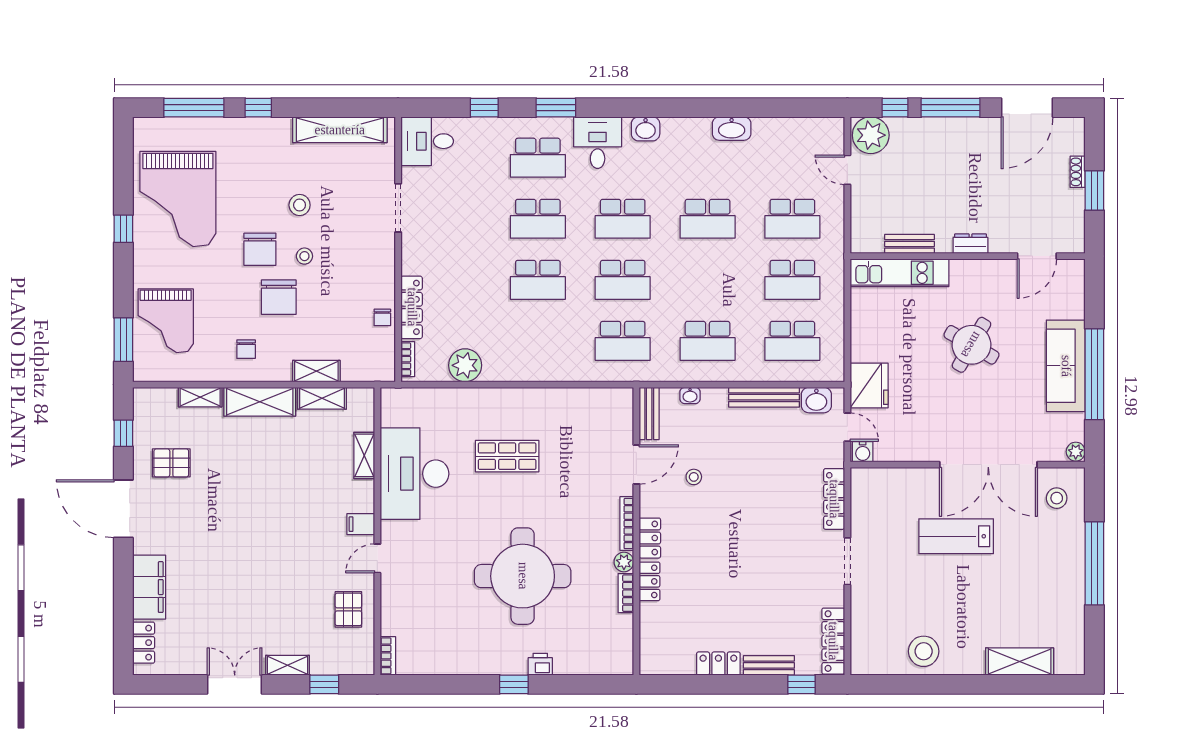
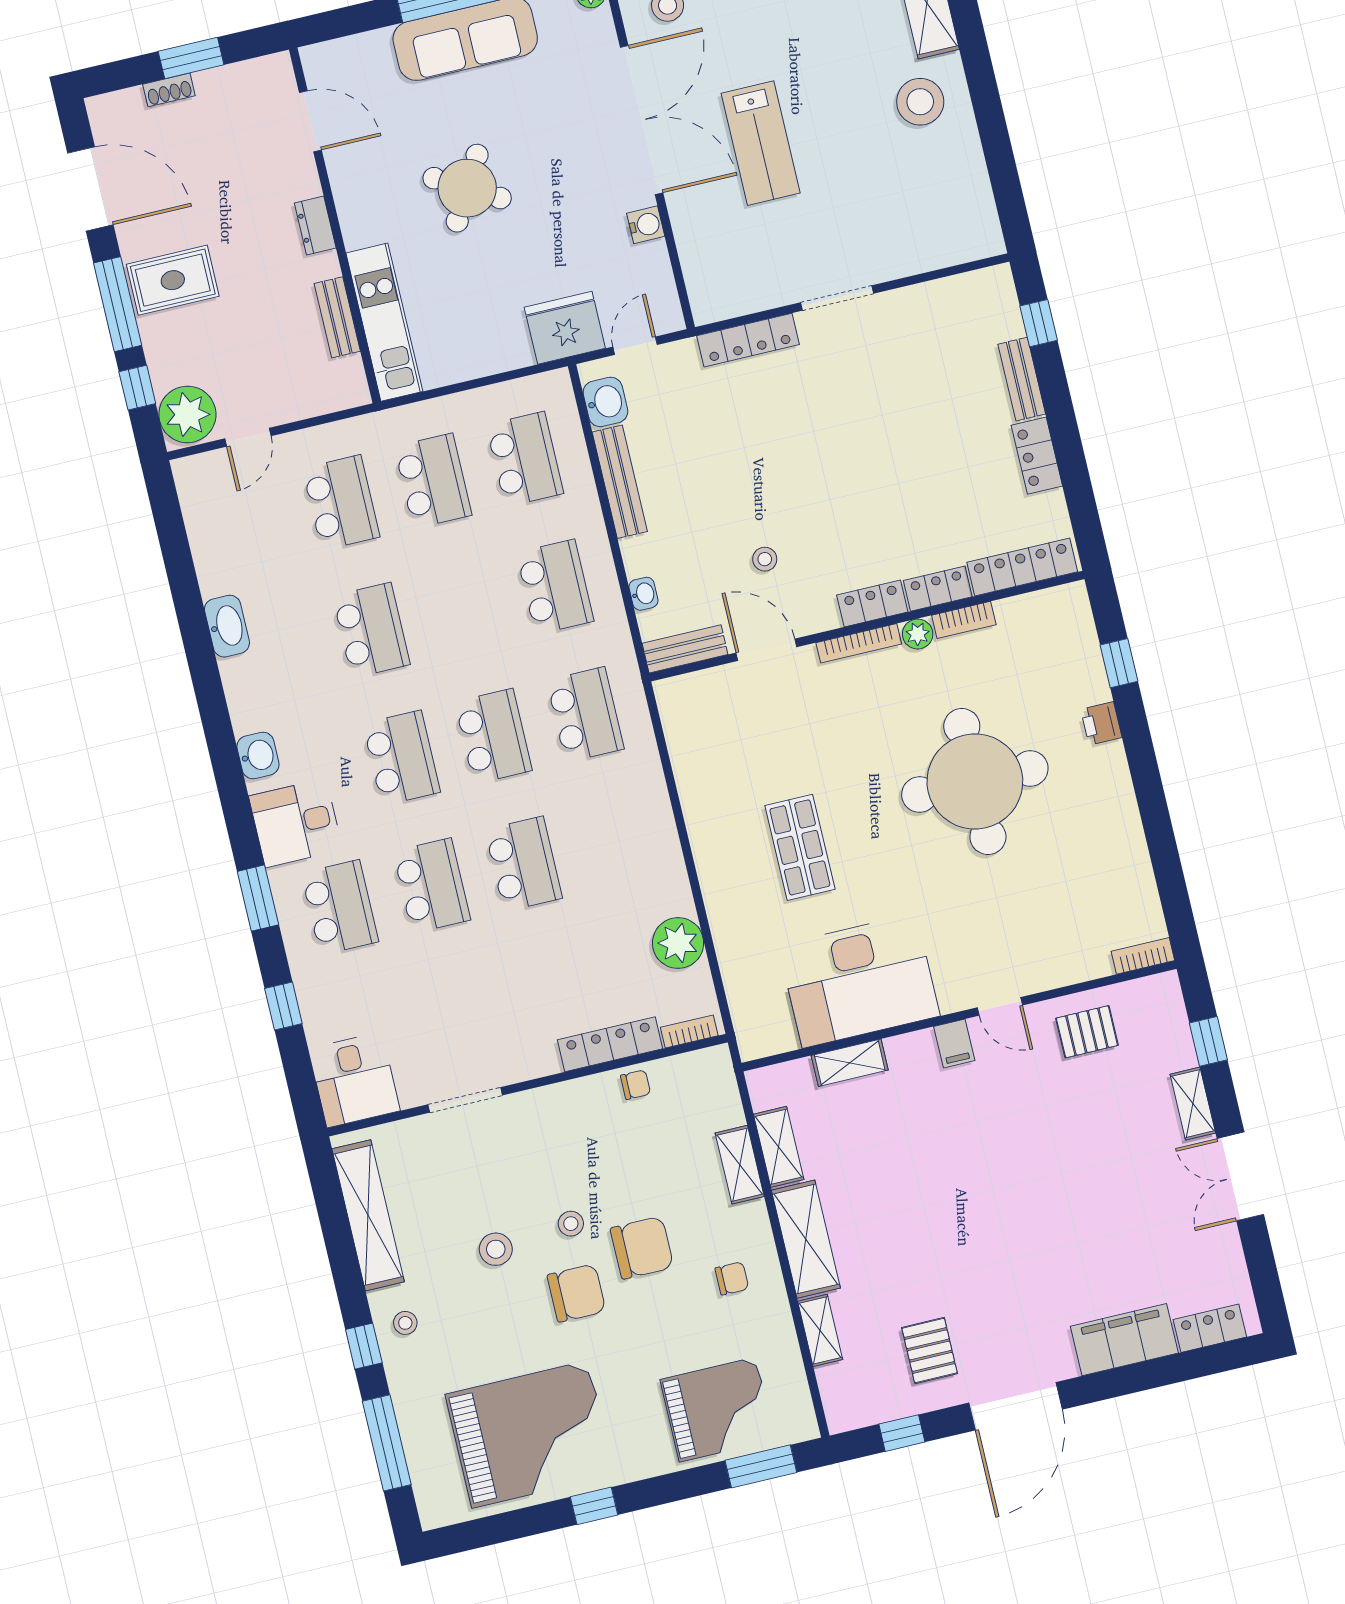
stool: (267, 137) -> (405, 1323), added
rug: (957, 146) -> (173, 280), added
water cooler: (863, 452) -> (646, 225), moved
locker: (833, 641) -> (1022, 567), moved, turned 180
stool: (924, 651) -> (920, 102), moved
window: (514, 684) -> (1119, 663), moved

